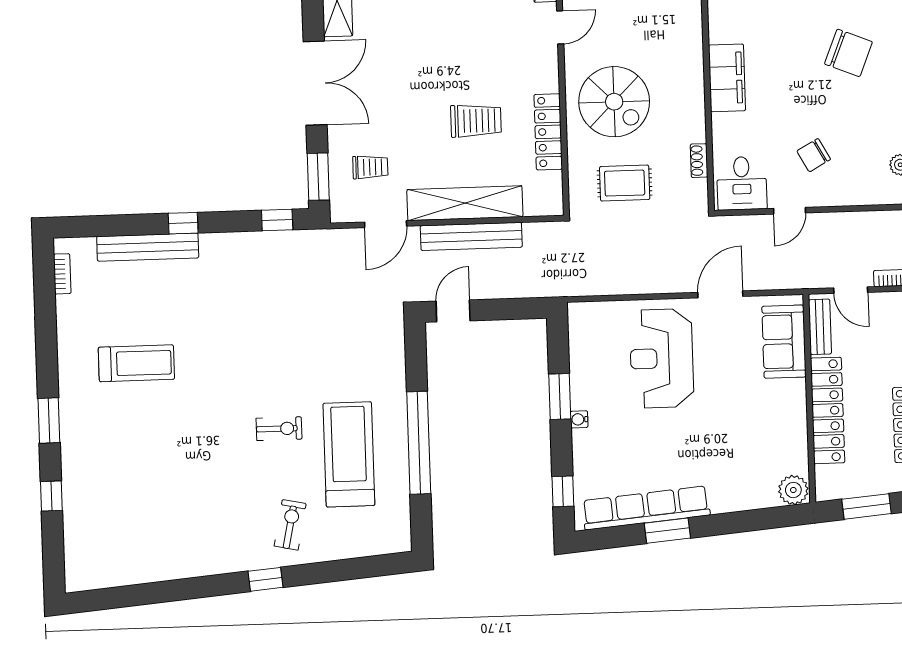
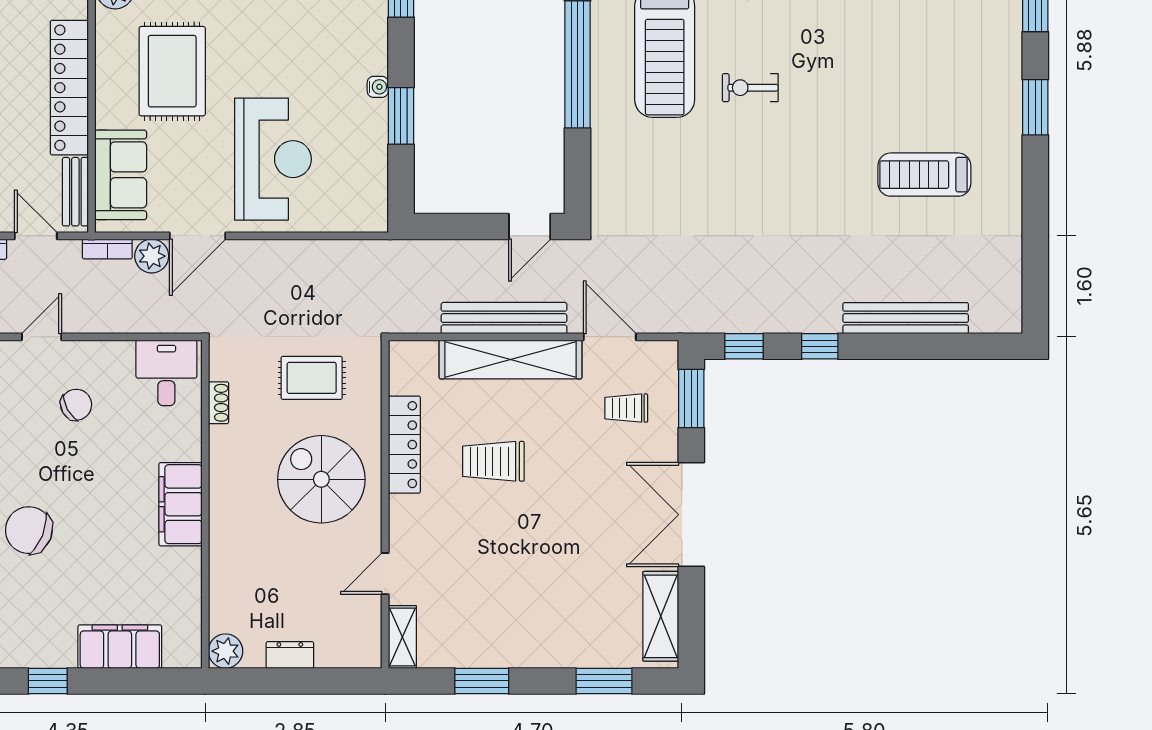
door: (790, 211) -> (42, 337), moved
window: (183, 223) -> (820, 346), moved
door: (386, 224) -> (610, 337), hinge flipped
bookcase: (62, 274) -> (107, 249), moved, turned -90
plant: (757, 277) -> (152, 256), added
rug: (745, 427) -> (172, 71), added

